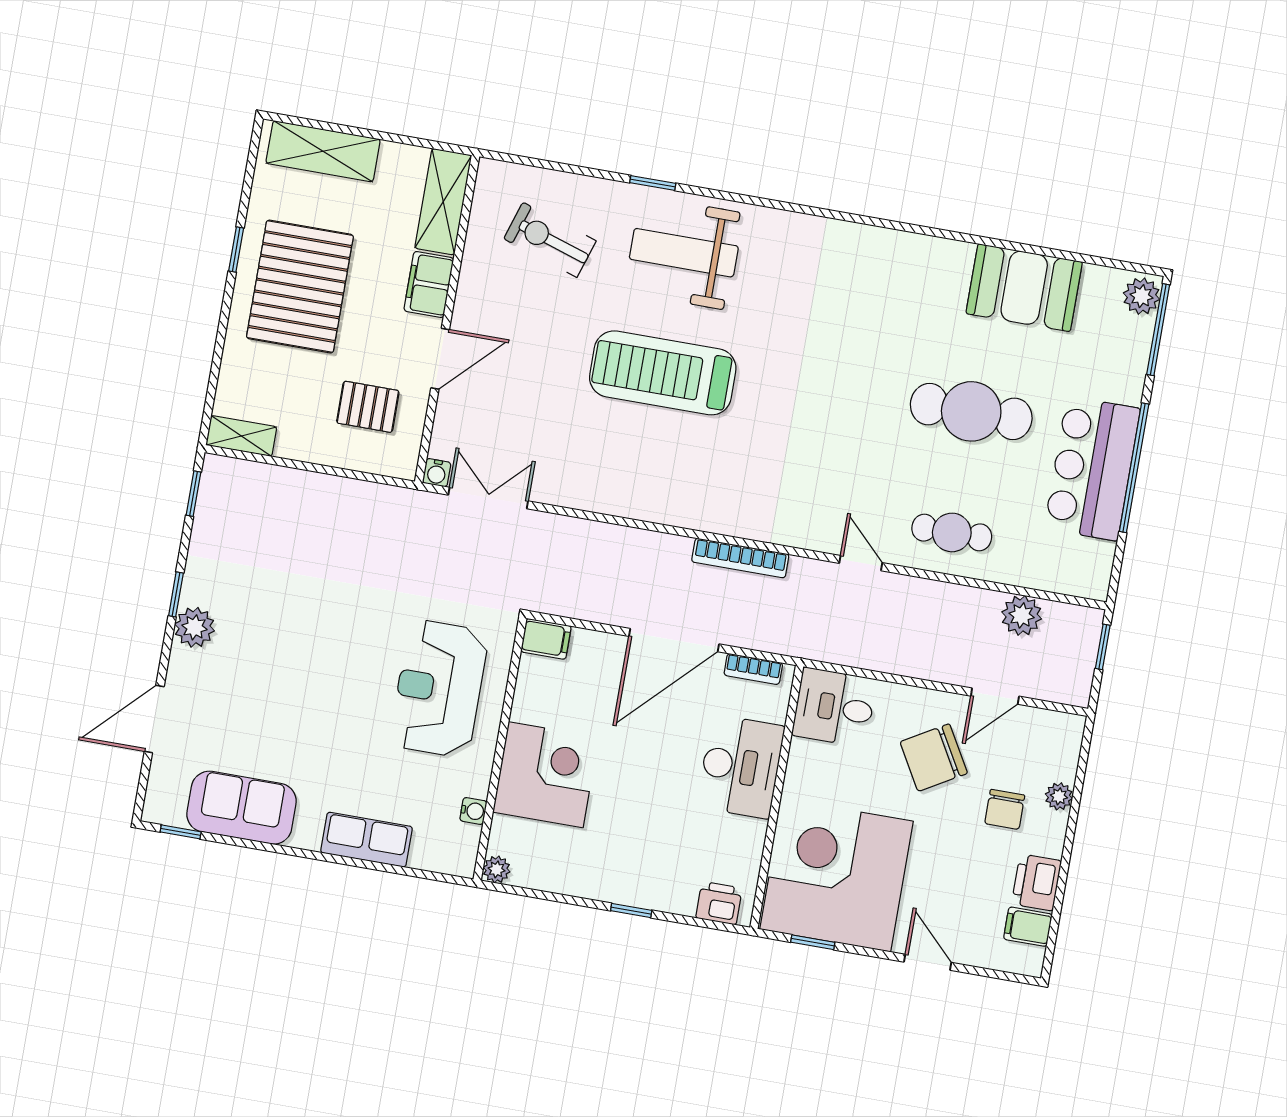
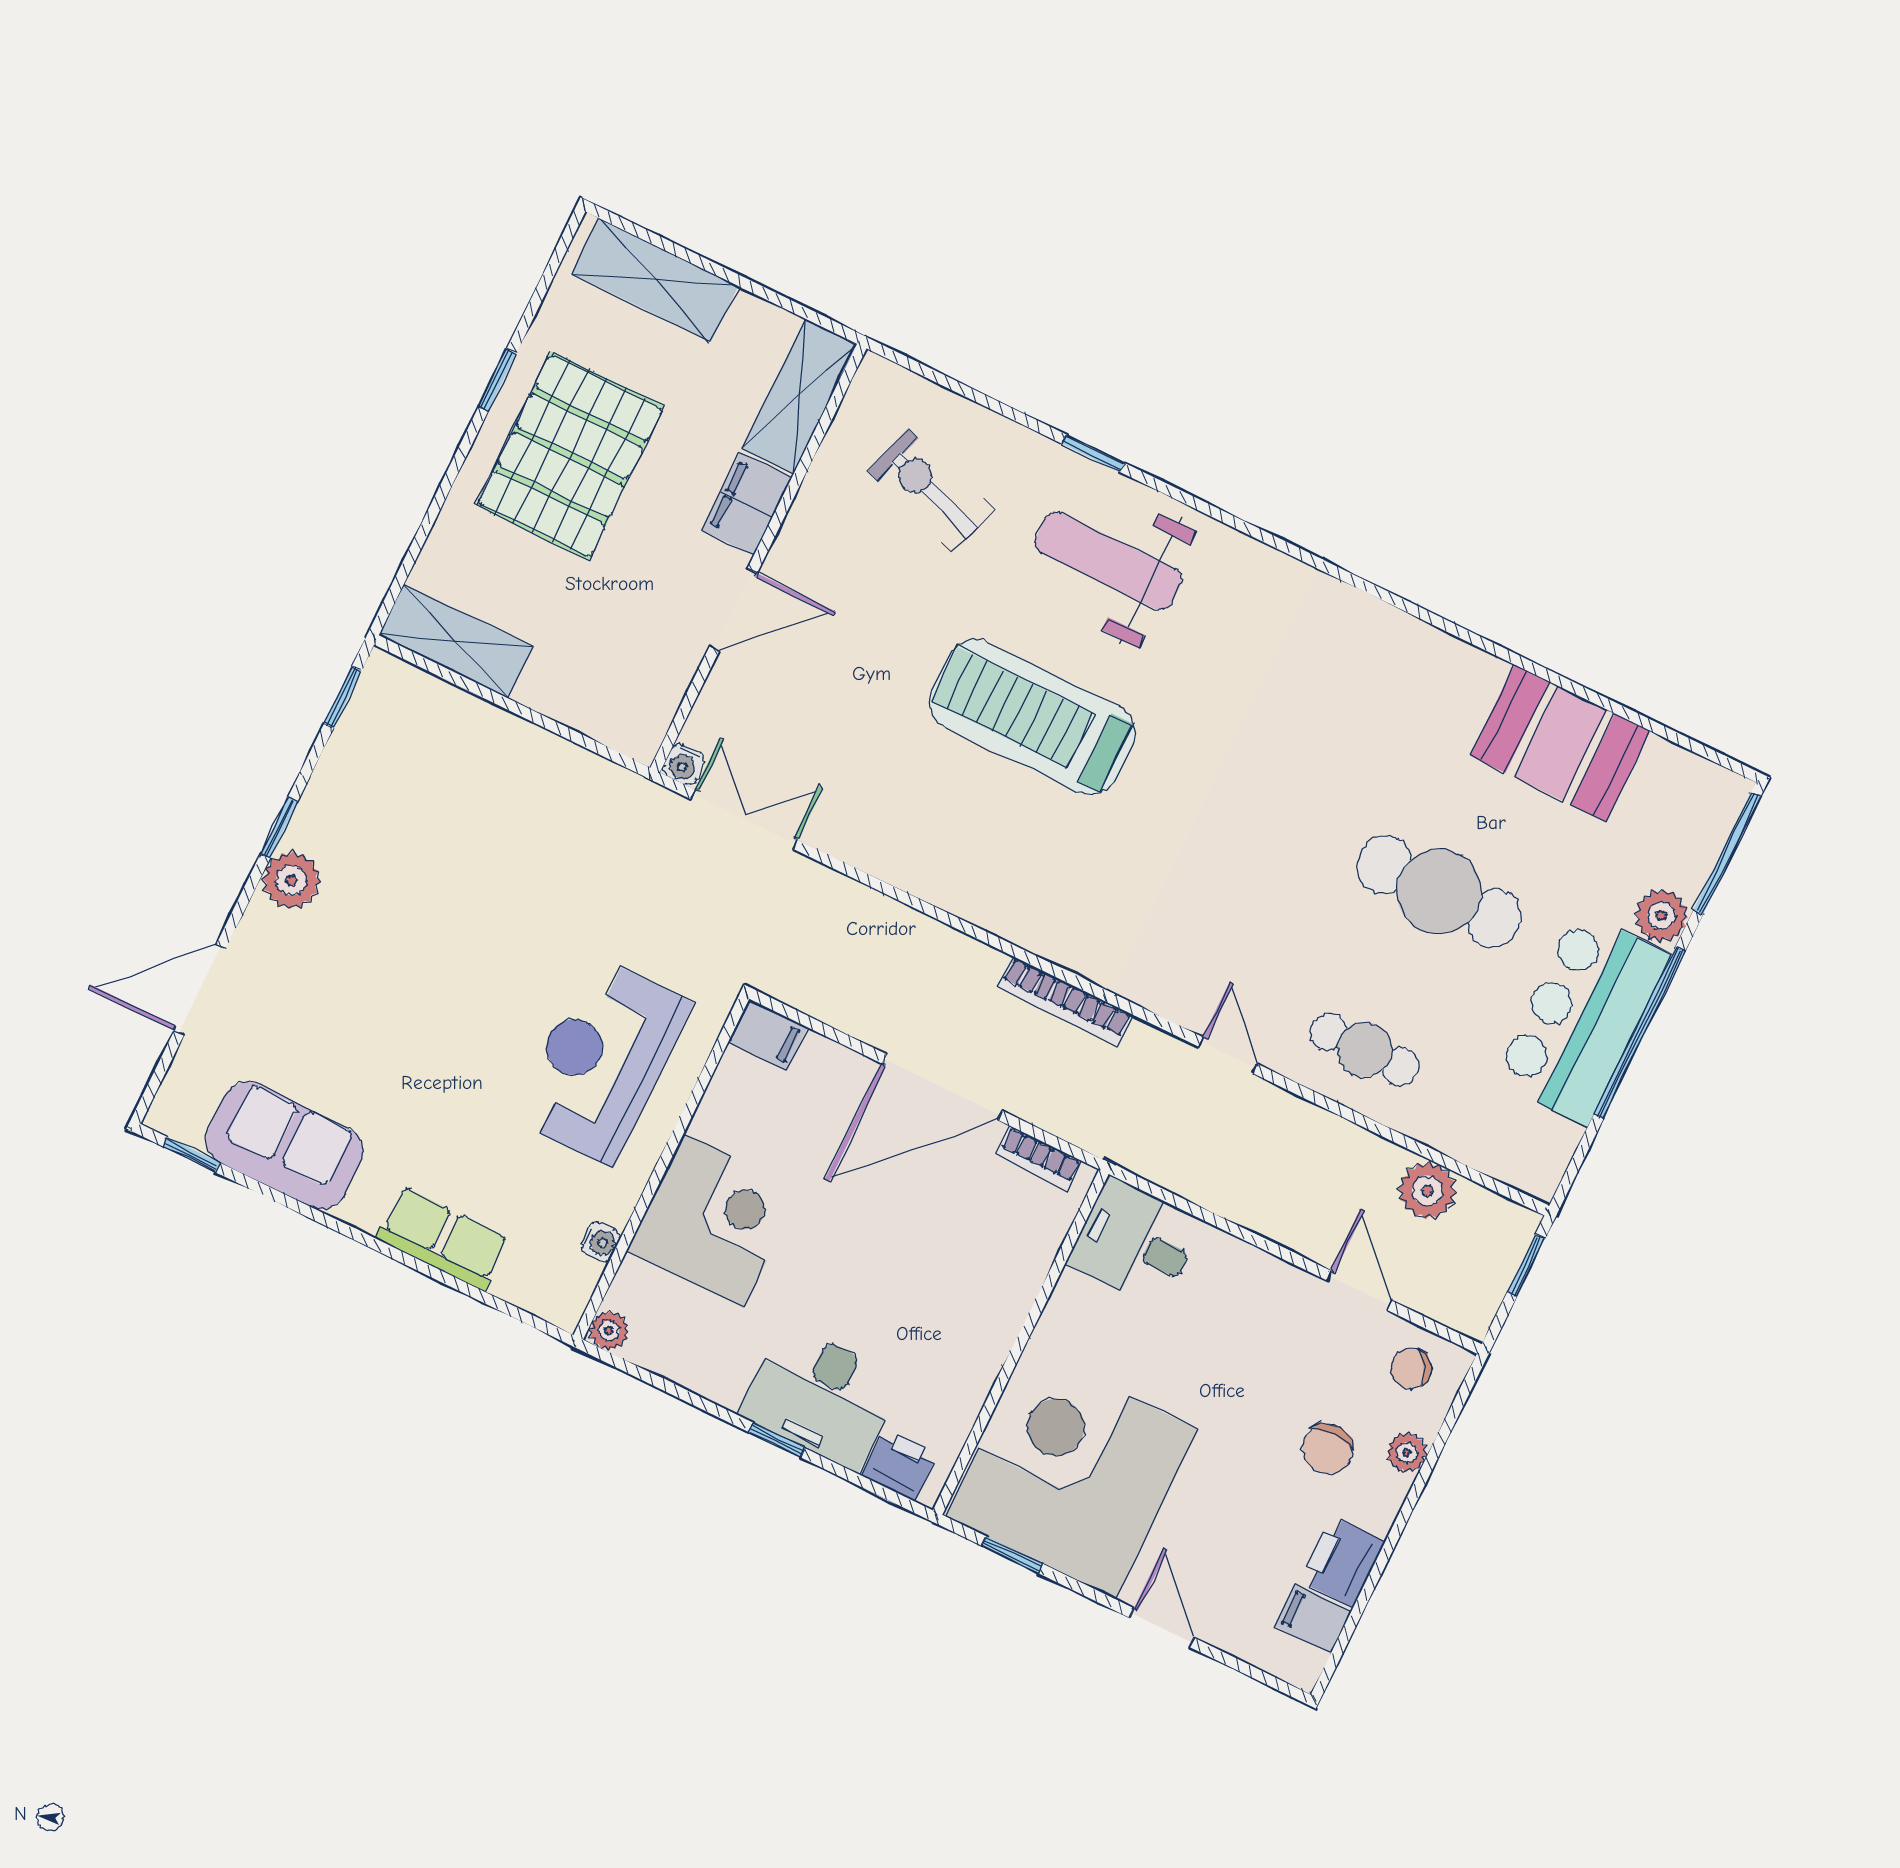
plant: (1142, 296) -> (1662, 915), moved
pallet: (368, 407) -> (615, 647), removed
shelving: (241, 436) -> (456, 641), width x1.50, depth x1.33
door: (995, 696) -> (1359, 1290), swing flipped
chair: (934, 758) -> (1411, 1368), moved, width x0.54, depth x0.54
desk: (741, 767) -> (821, 1397), moved, turned 90

